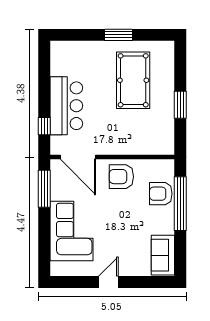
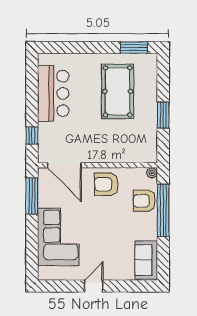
window: (119, 35) -> (134, 48), moved
bar counter: (66, 106) -> (53, 93), moved
plant: (169, 165) -> (152, 173), added

